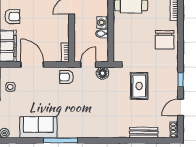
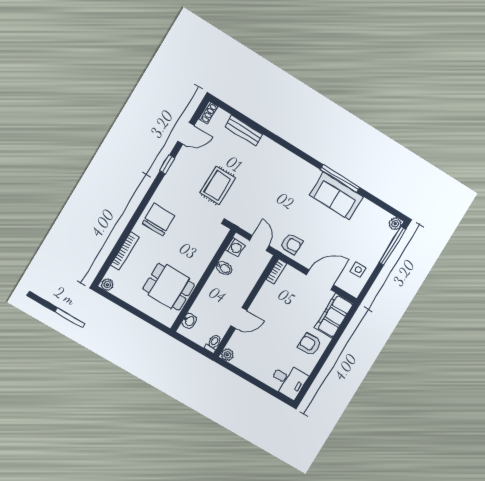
washing machine: (103, 23) -> (235, 247), moved
door: (32, 65) -> (320, 280), swing flipped
door: (88, 65) -> (259, 243), swing flipped
floor lamp: (103, 73) -> (250, 224), removed
sofa: (38, 127) -> (336, 196), moved

